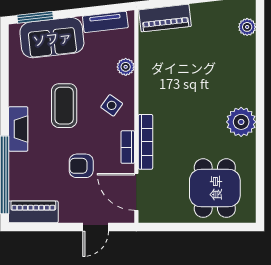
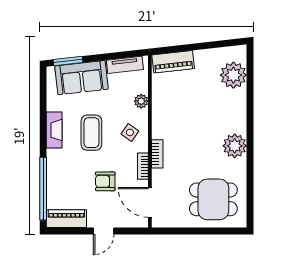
plant: (247, 27) -> (233, 75), width x1.87, depth x1.87
fireplace: (18, 129) -> (54, 130), moved
bookcase: (145, 142) -> (157, 154), width x0.64
dining table: (215, 188) -> (213, 199), turned 90
door: (96, 227) -> (104, 231), moved

